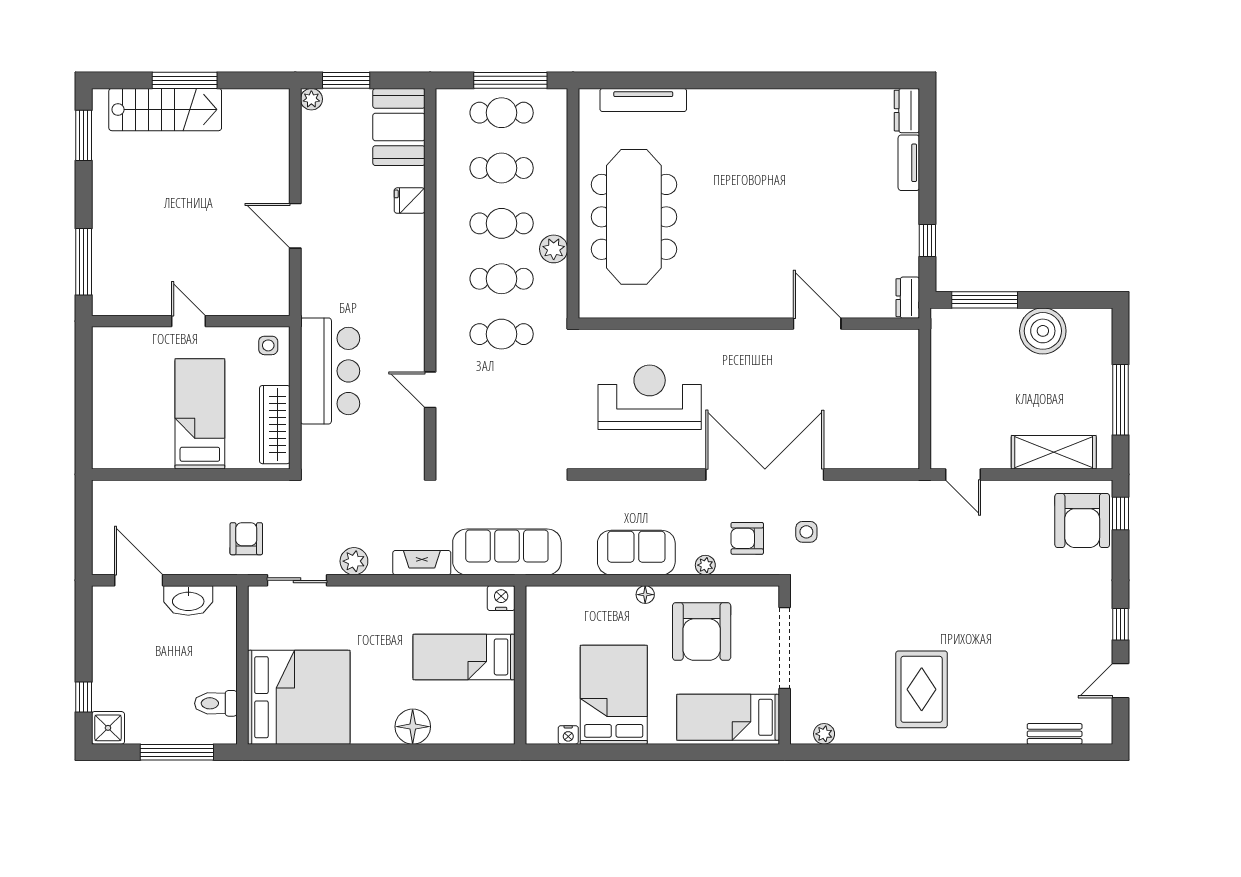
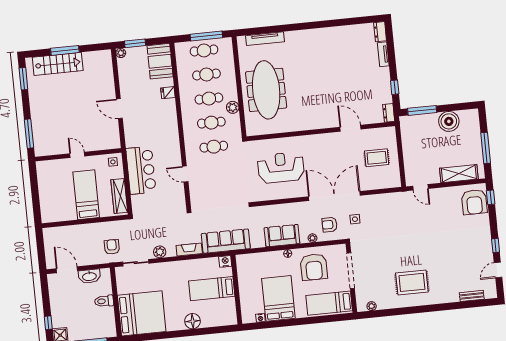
rug: (870, 397) -> (377, 158), added
rug: (922, 689) -> (412, 282), turned 90
toilet: (216, 703) -> (104, 301), moved

